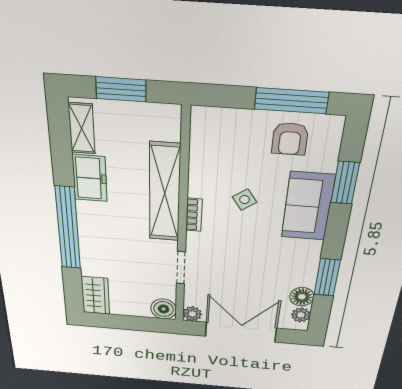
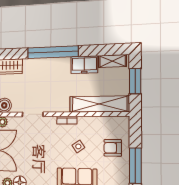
armchair: (290, 139) -> (113, 148), moved
shelving: (165, 193) -> (99, 104), moved

